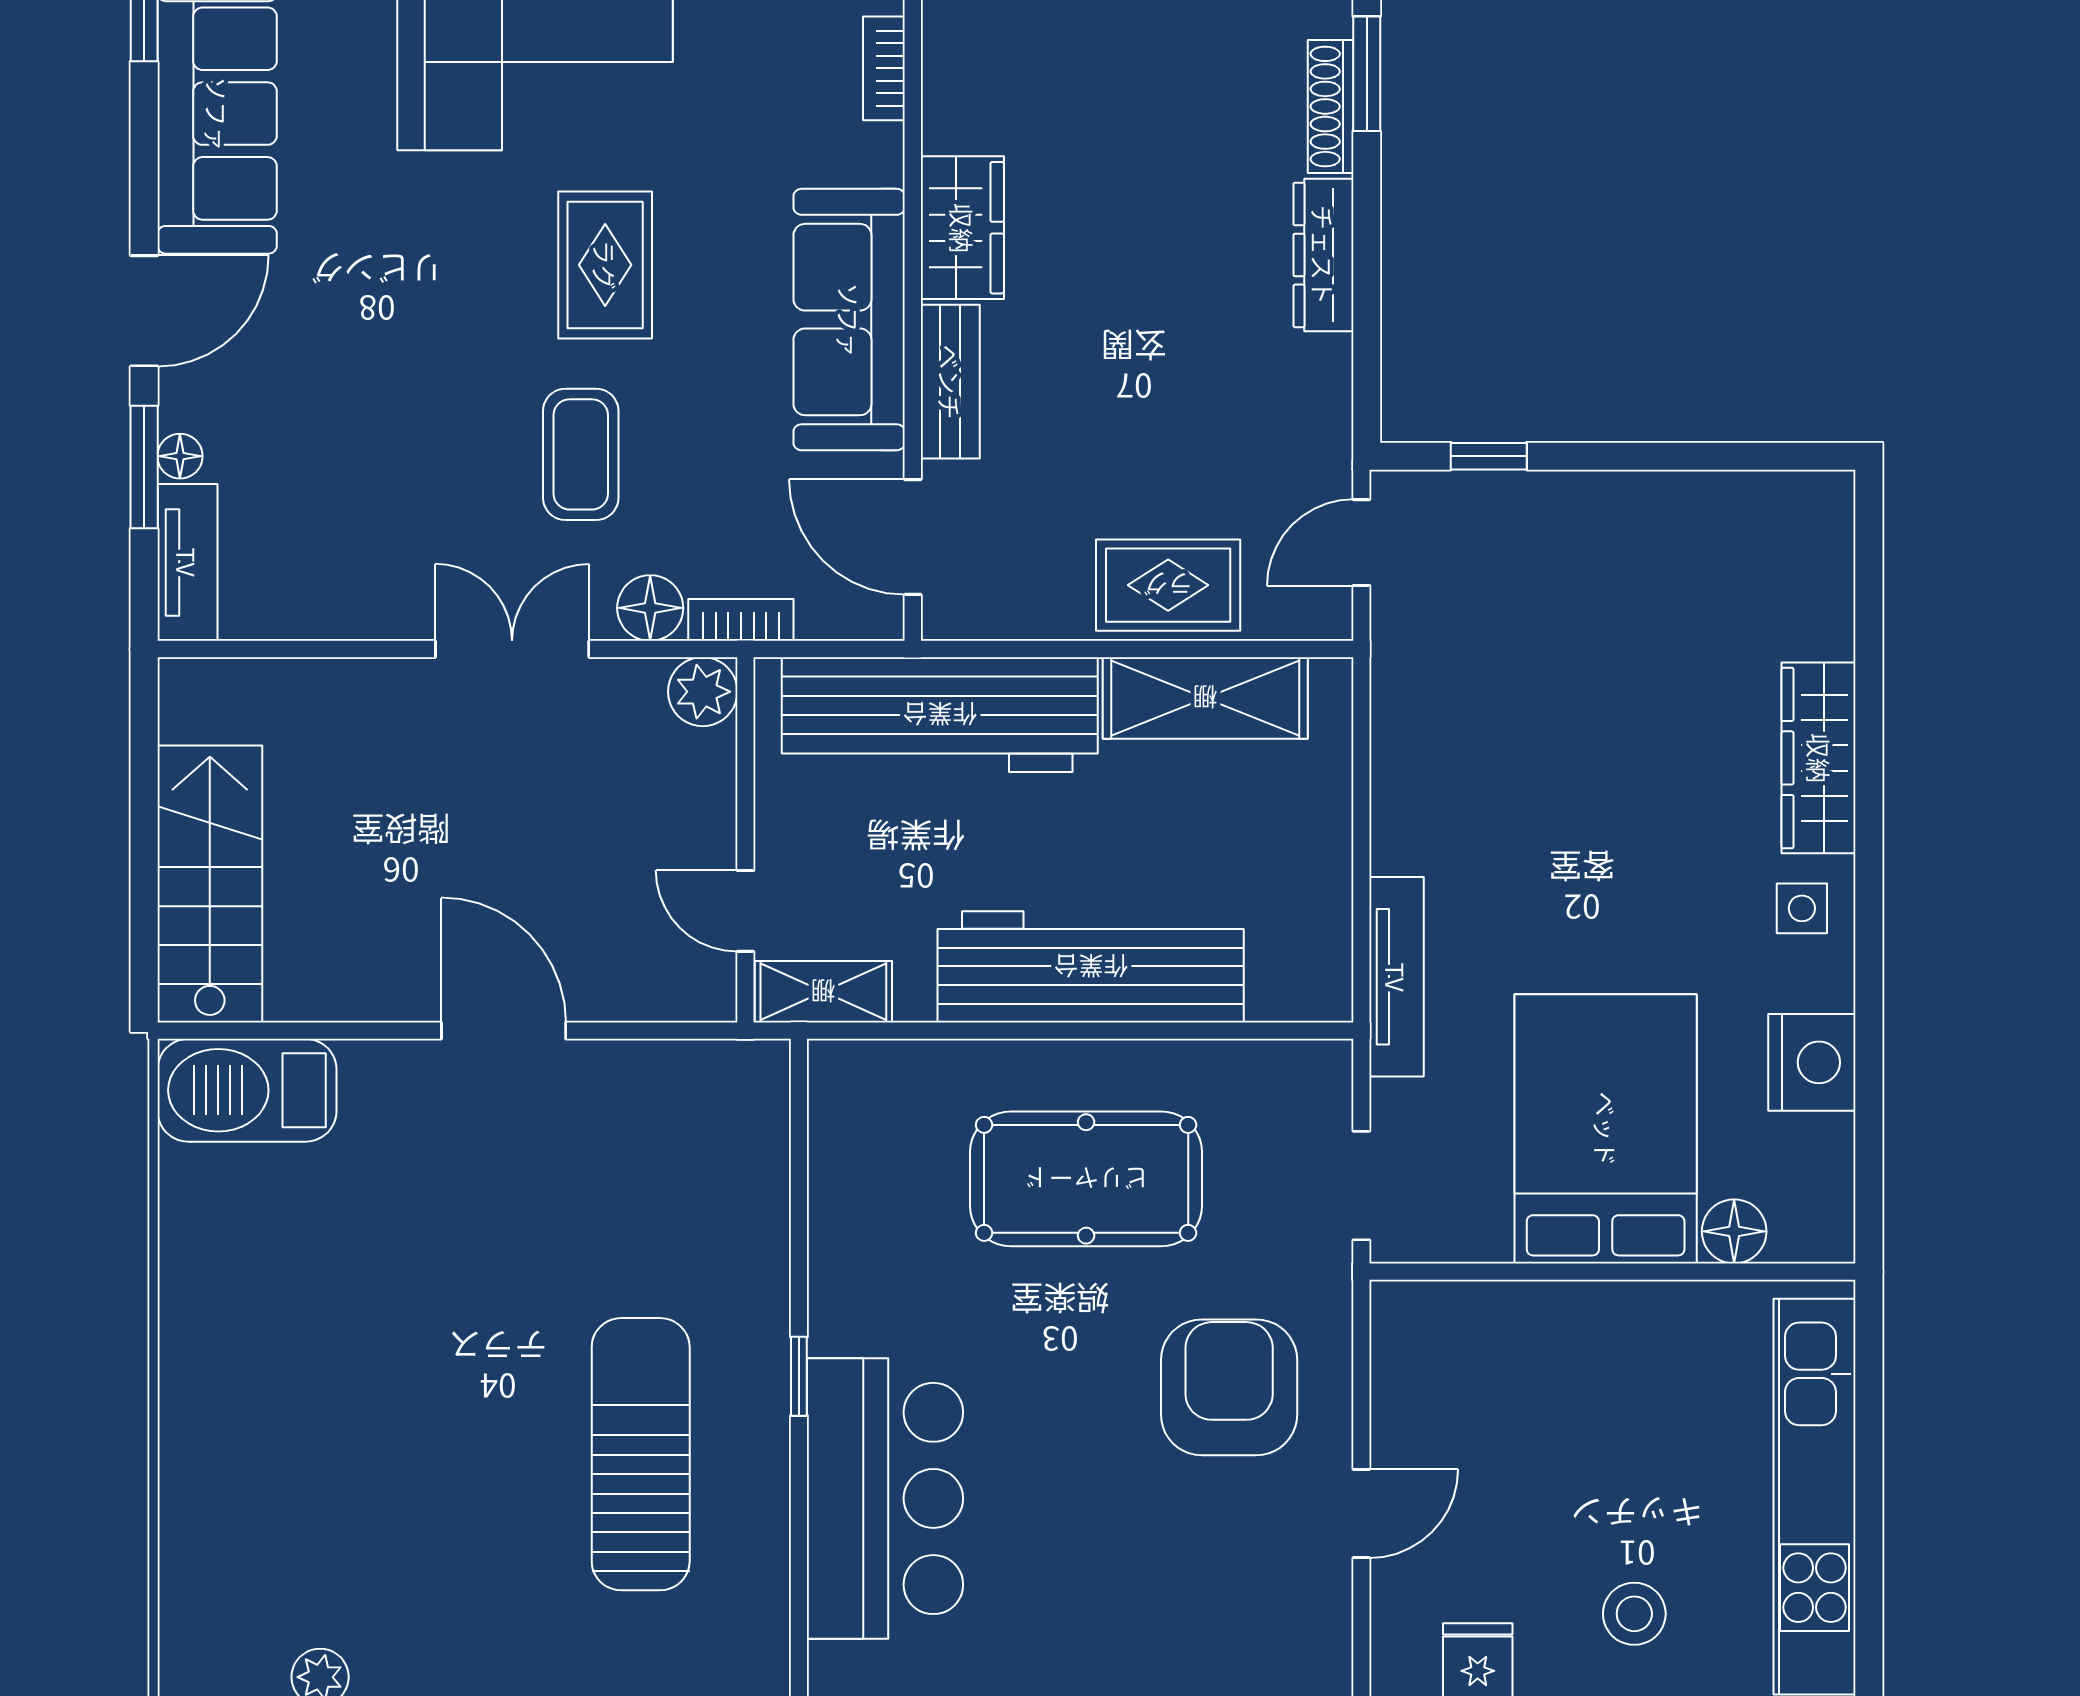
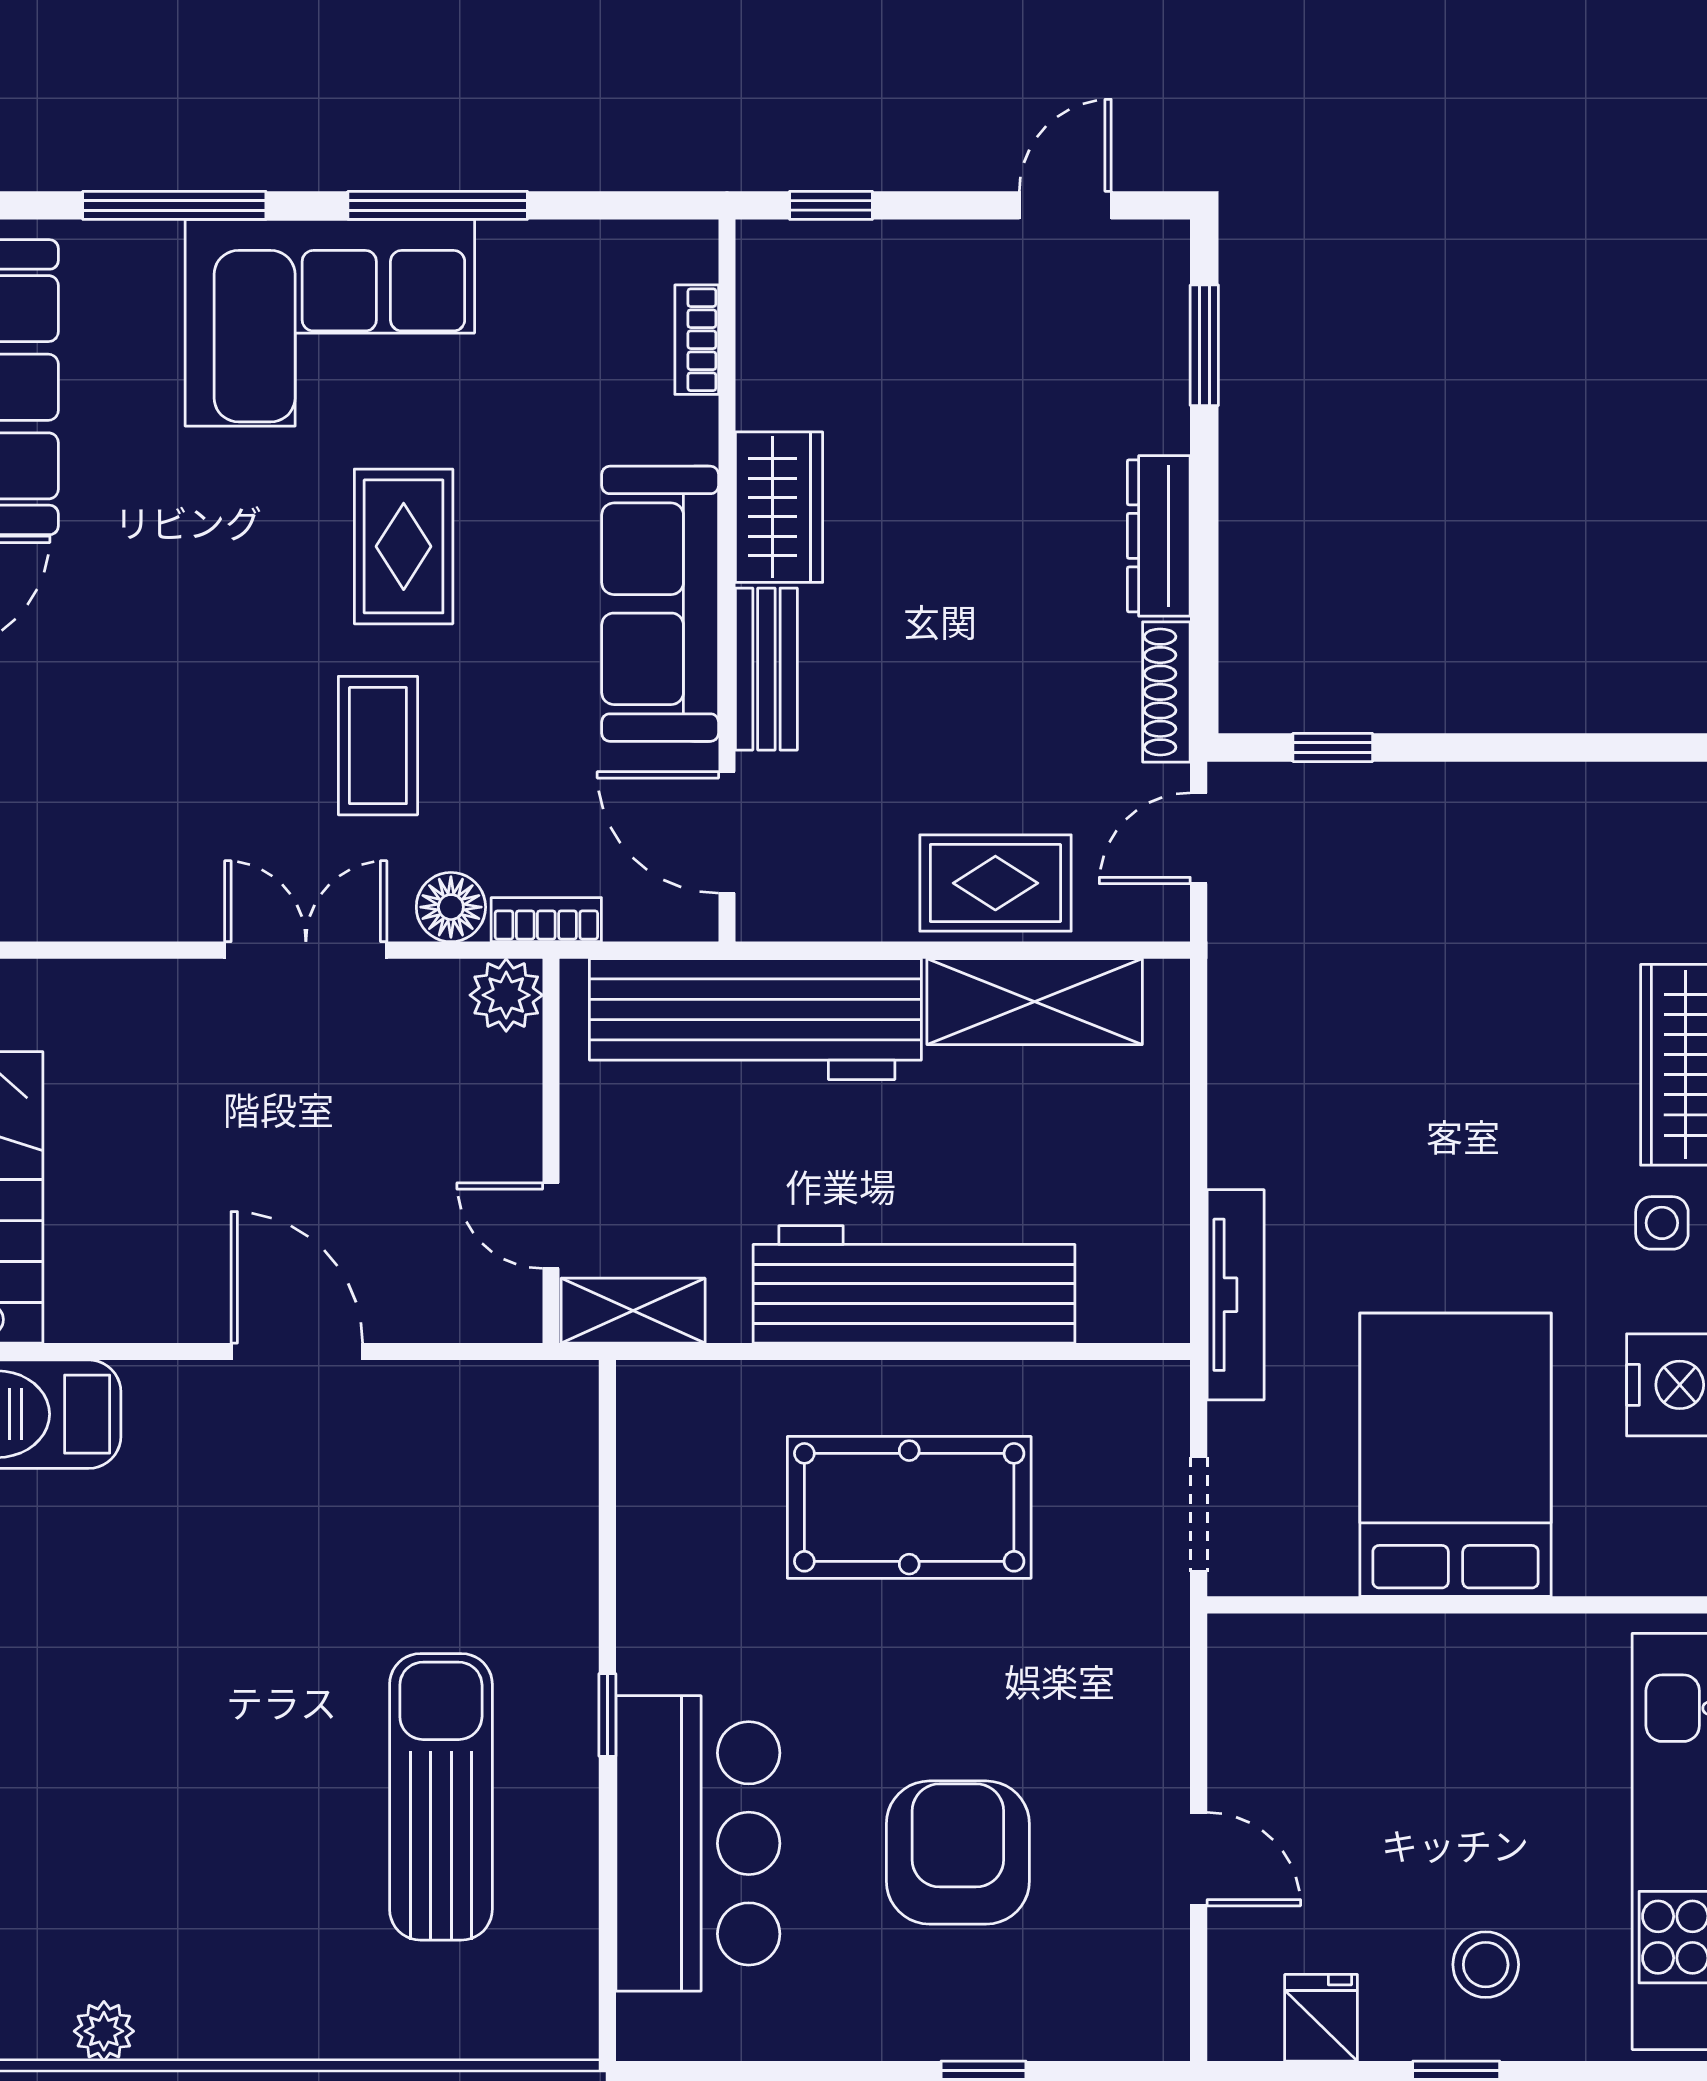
shoe rack: (1331, 106) -> (1166, 692), moved
floor lamp: (1734, 1231) -> (1591, 1563), removed
armchair: (1229, 1387) -> (958, 1853), moved
door: (1361, 1513) -> (1199, 1859), hinge flipped

